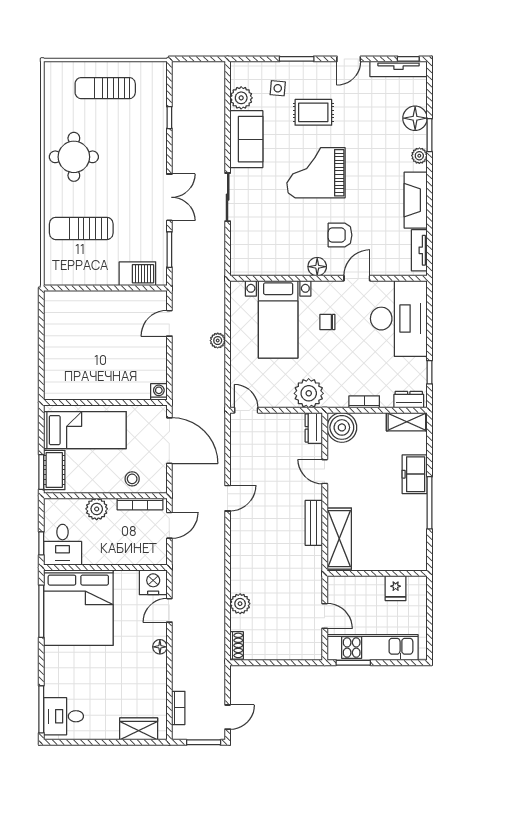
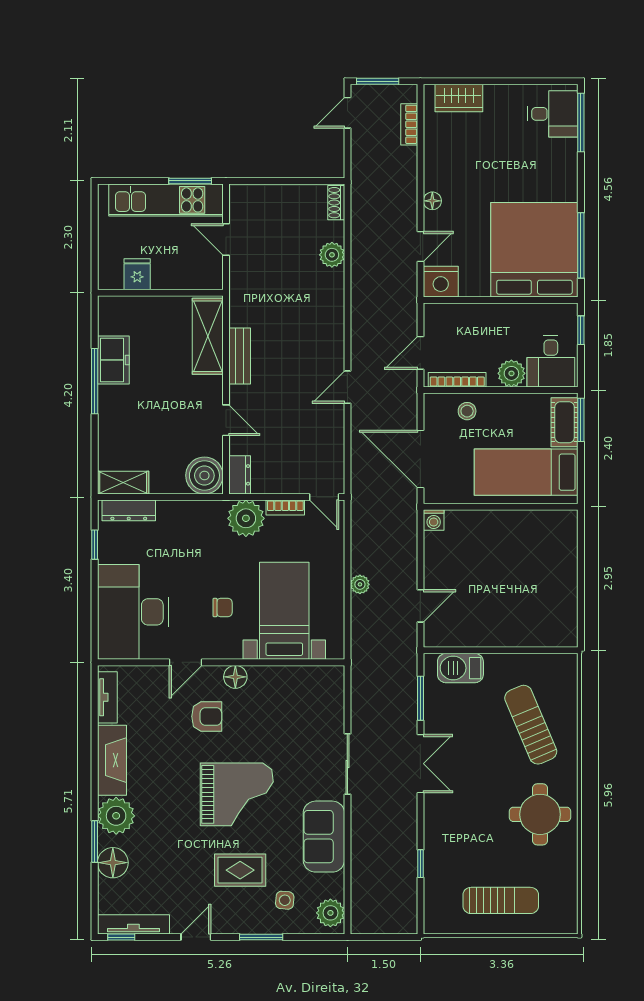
plant: (241, 98) -> (330, 913), moved
plant: (419, 156) -> (116, 816), width x1.88, depth x1.88
double door: (169, 197) -> (420, 764), swing flipped
sun lounger: (81, 228) -> (531, 725), turned -113
dresser: (409, 400) -> (129, 510), width x1.44
bookcase: (364, 402) -> (285, 508), moved
freezer: (415, 474) -> (113, 360), moved
desk: (63, 545) -> (551, 361), moved, turned 180

